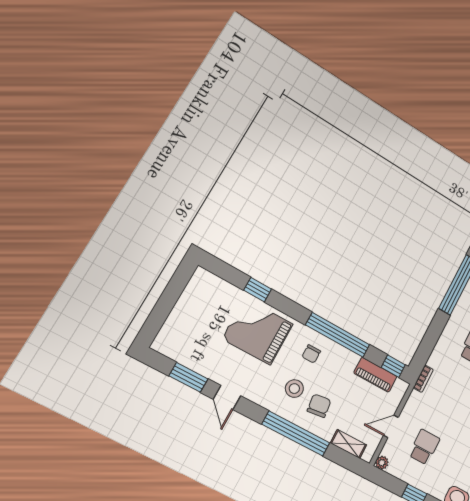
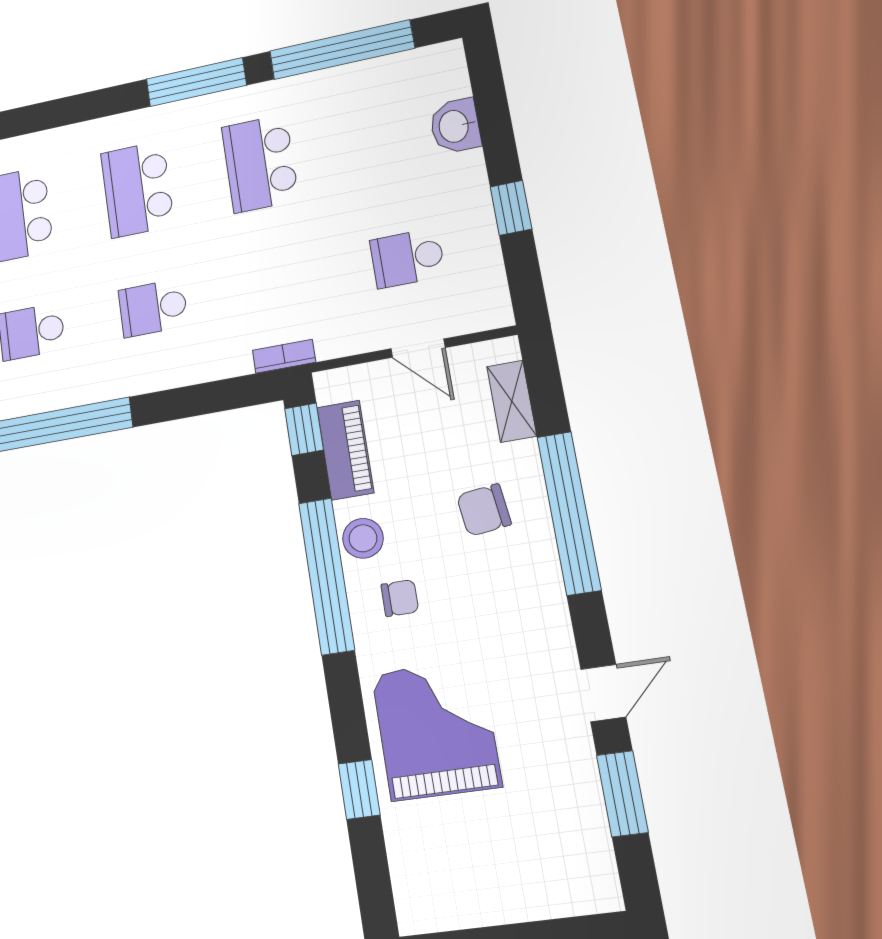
grand piano: (258, 331) -> (436, 730), turned 180
stool: (294, 389) -> (363, 538), moved
plant: (382, 463) -> (498, 313), removed

